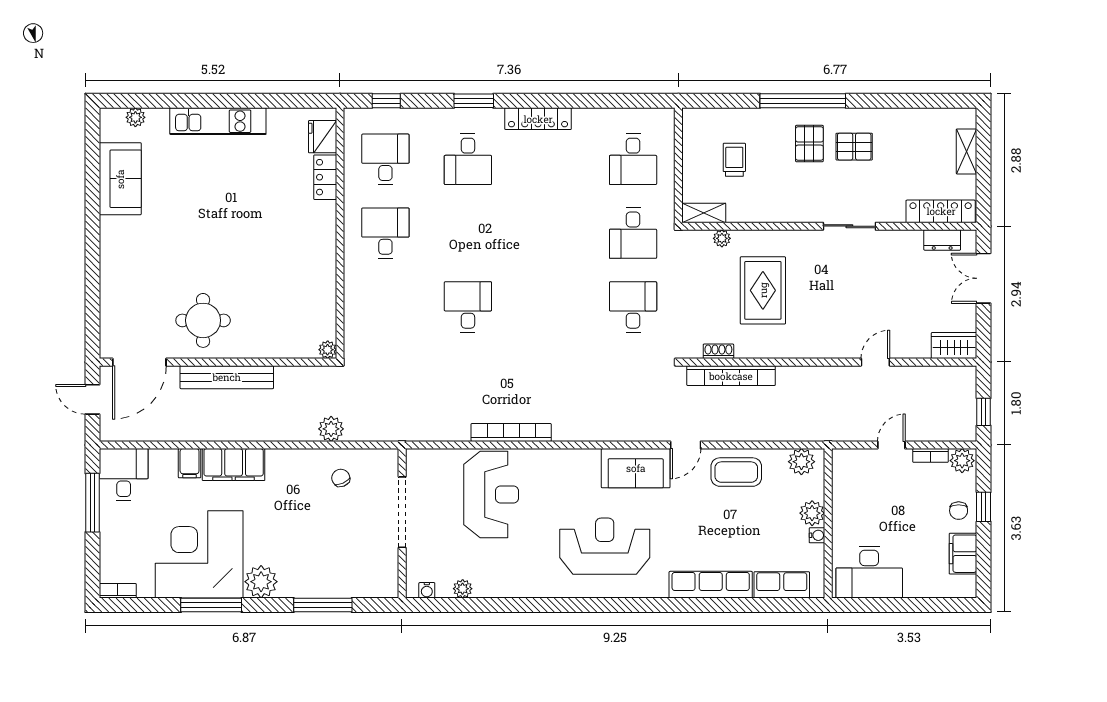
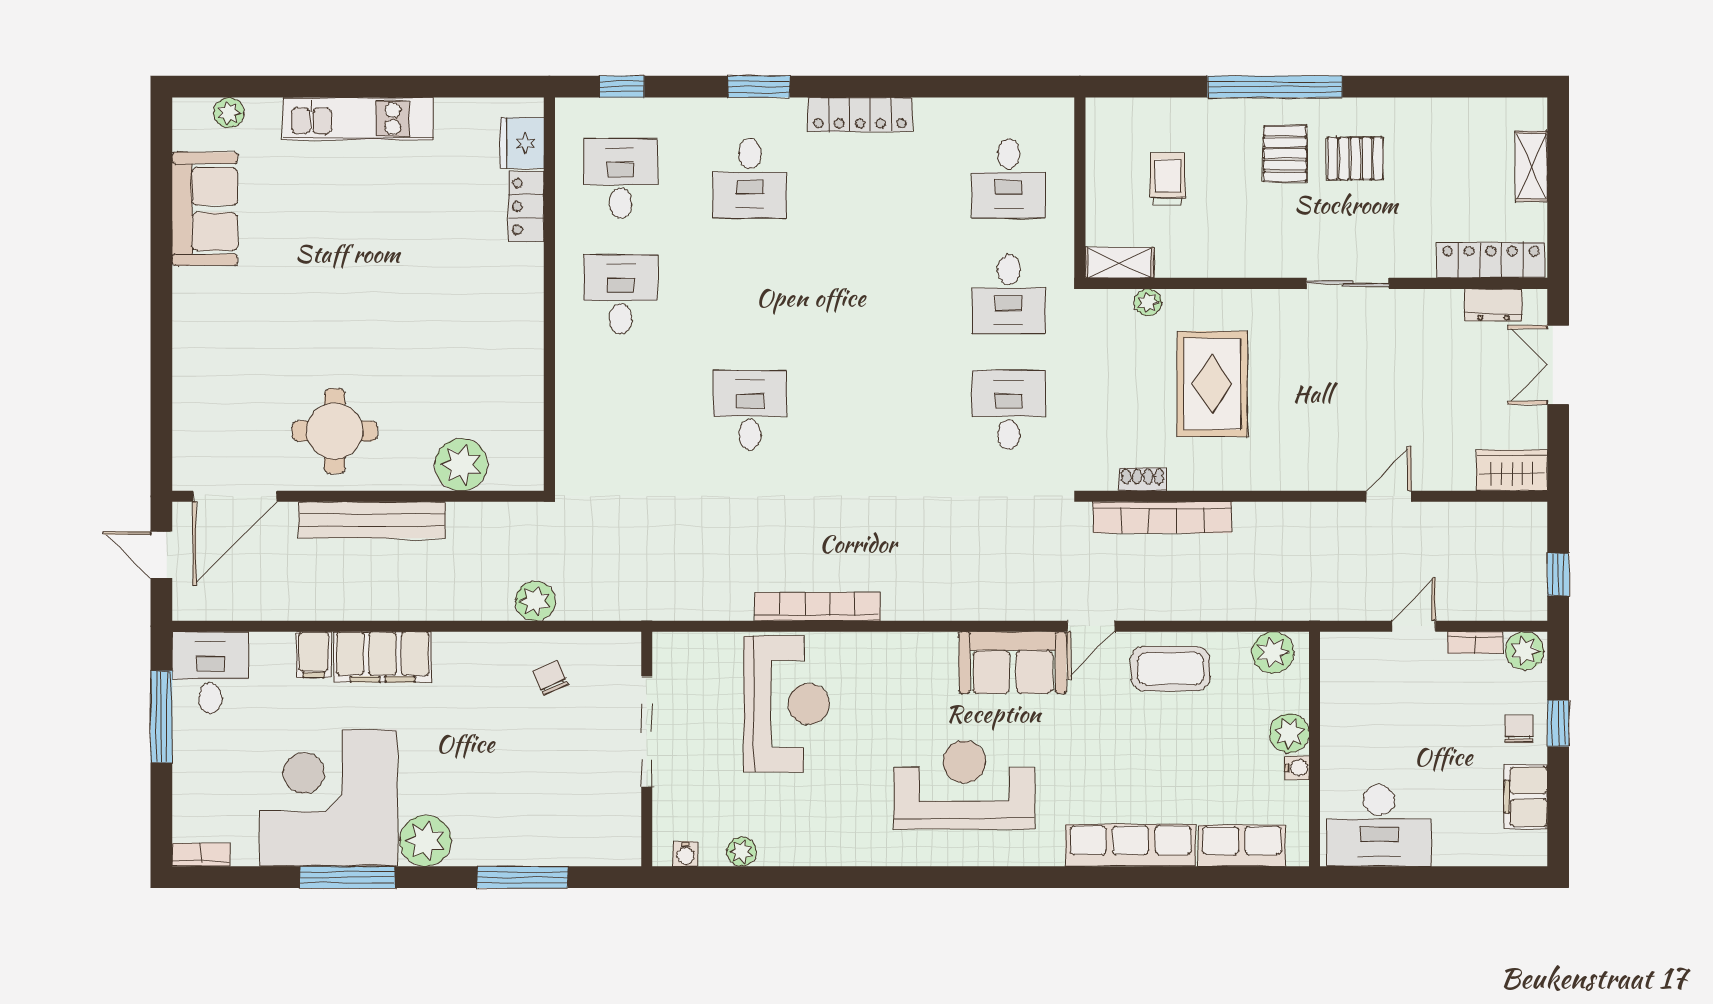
plant: (328, 350) -> (461, 465), moved, width x1.88, depth x1.88
chair: (959, 511) -> (1519, 729), turned 180

